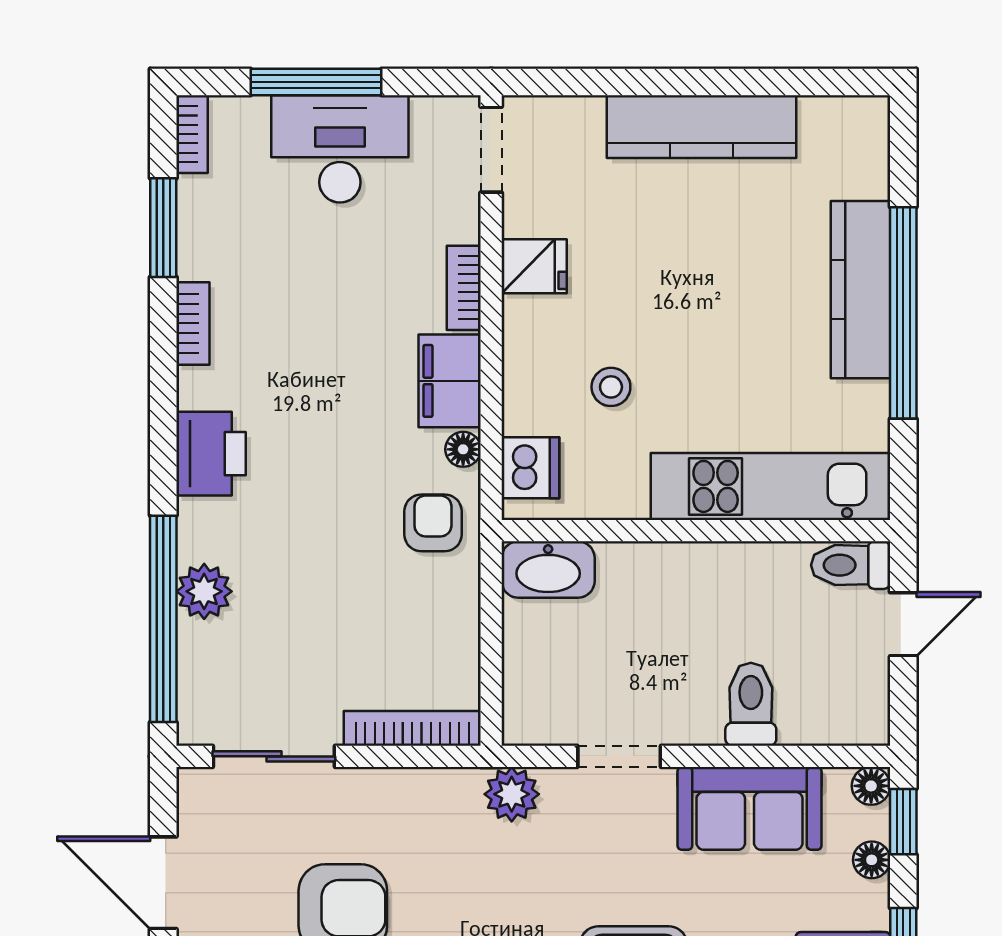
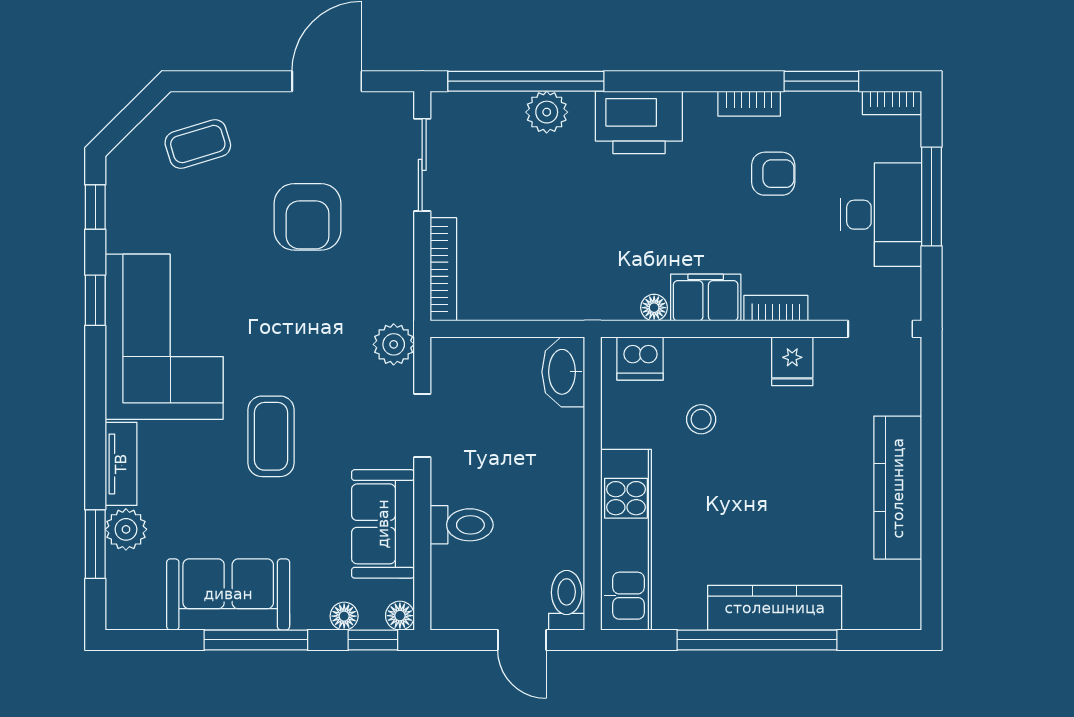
printer: (211, 454) -> (639, 122), width x1.37, depth x1.19
armchair: (433, 523) -> (773, 174), moved

